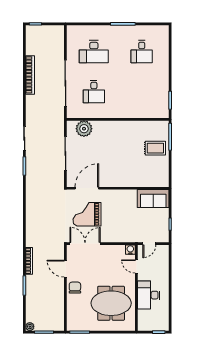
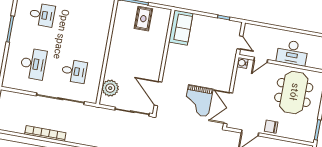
door: (87, 188) -> (158, 94), moved
wall: (118, 188) -> (164, 62), moved
sofa: (153, 199) -> (181, 28), moved

